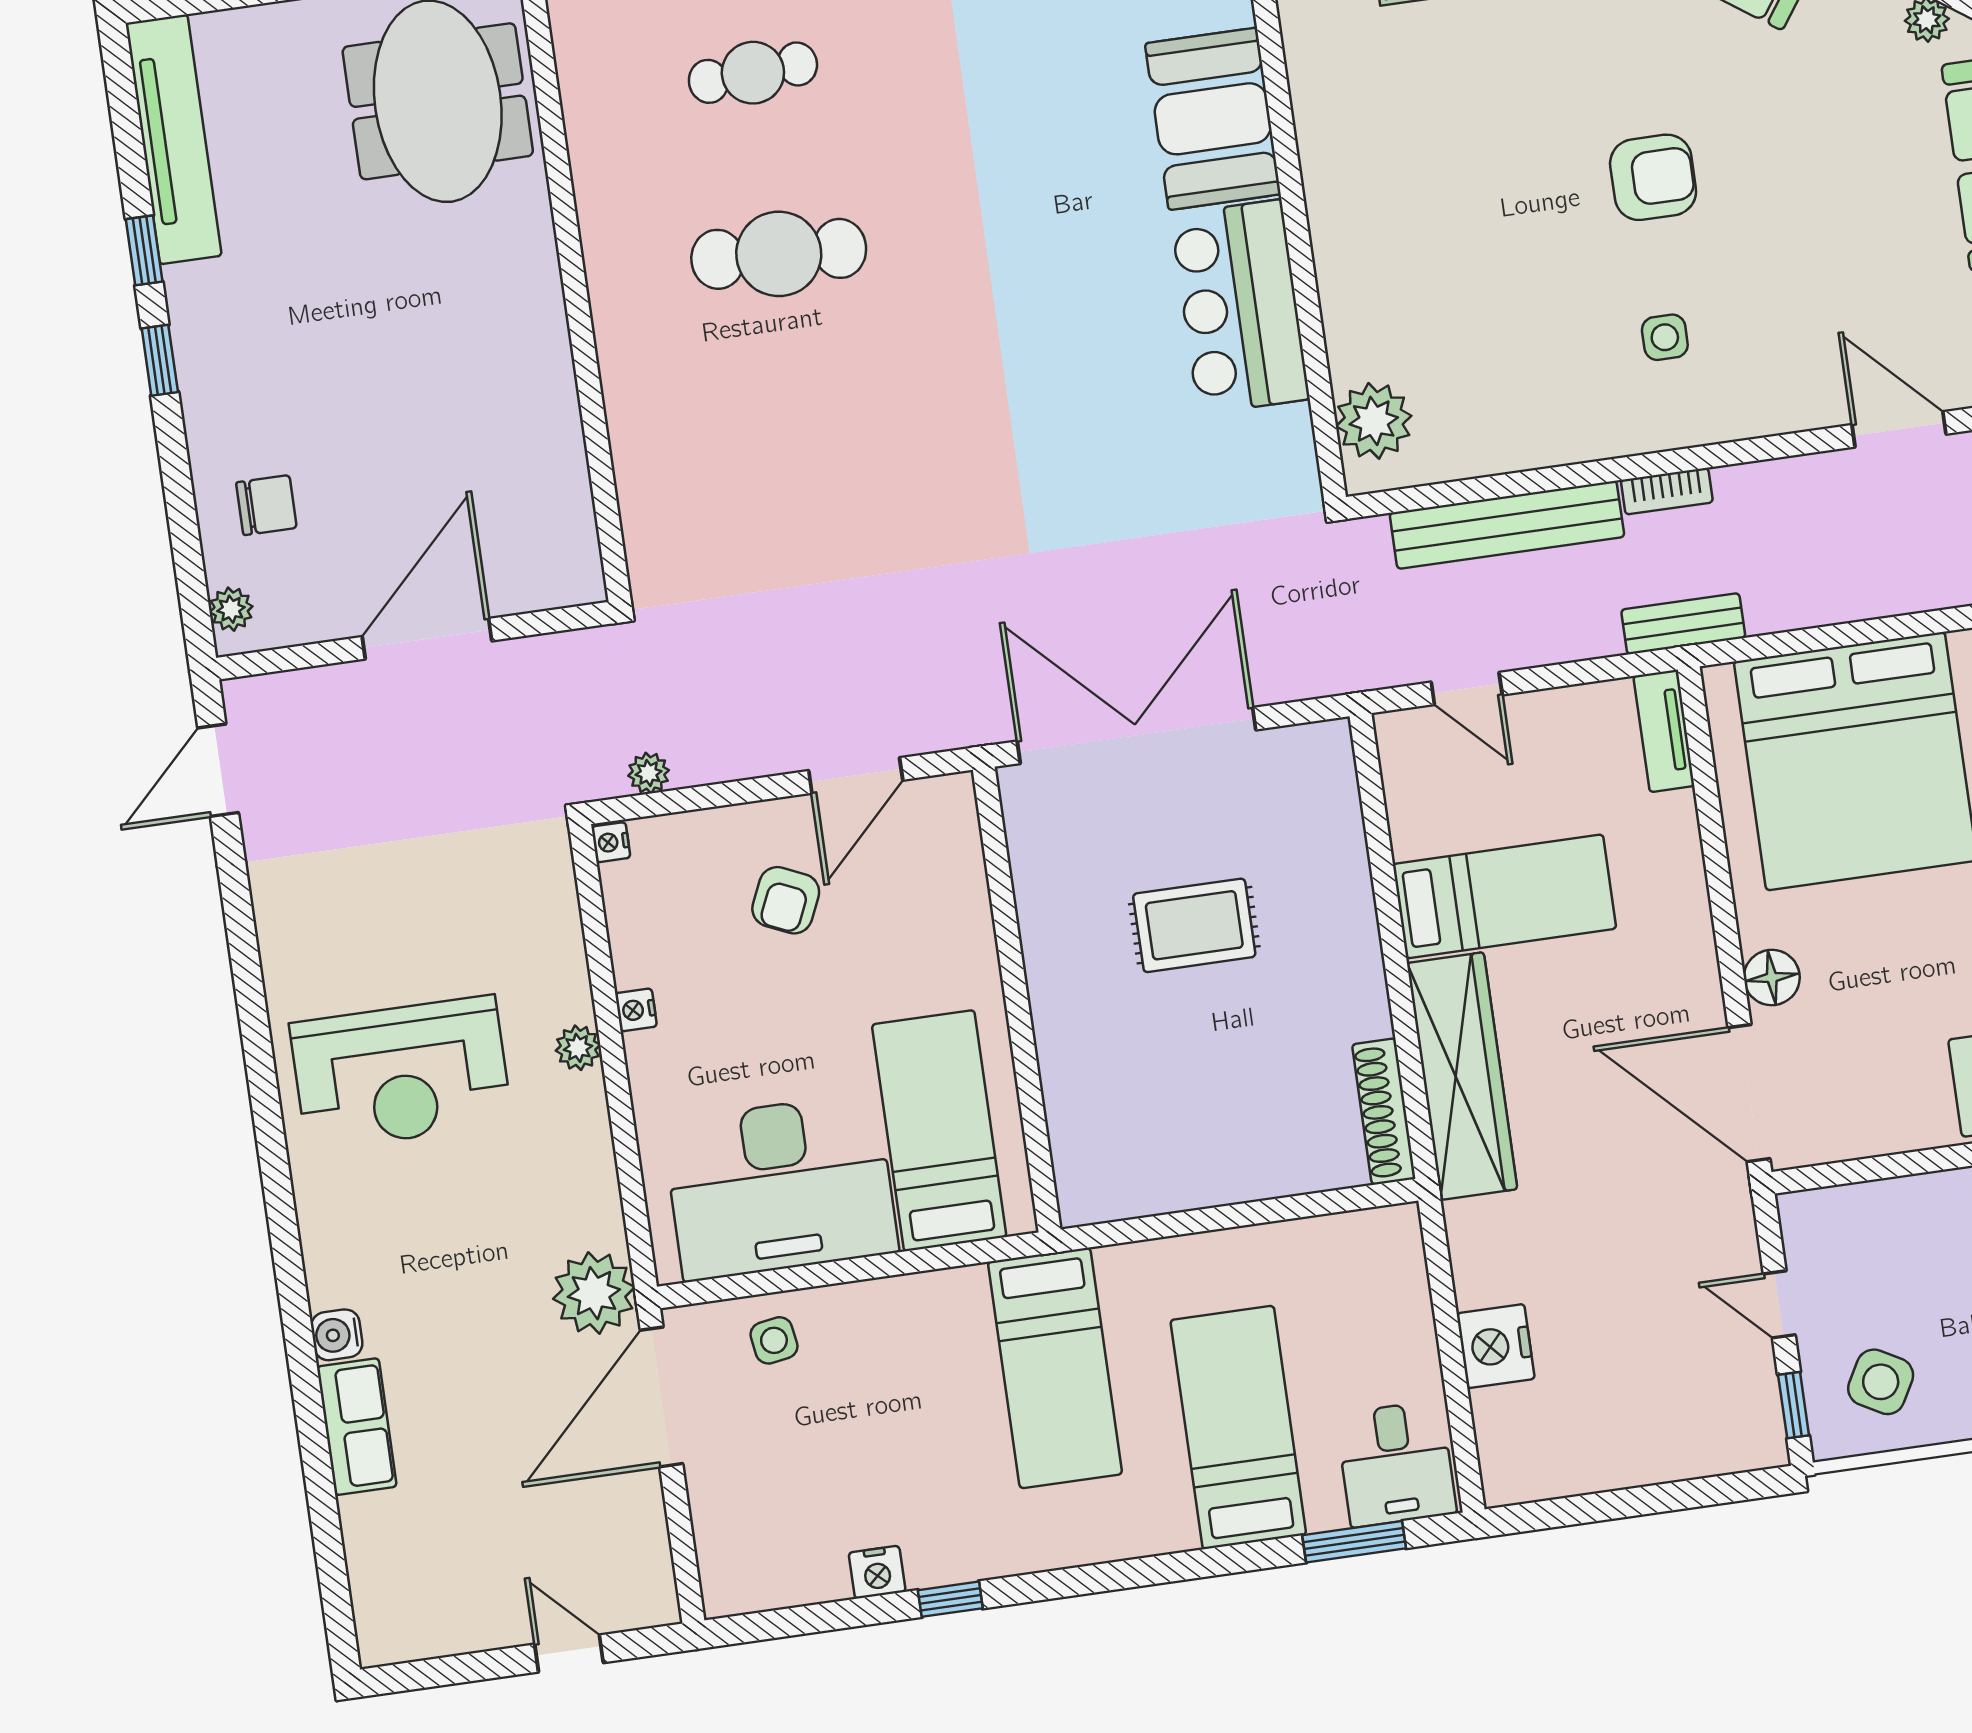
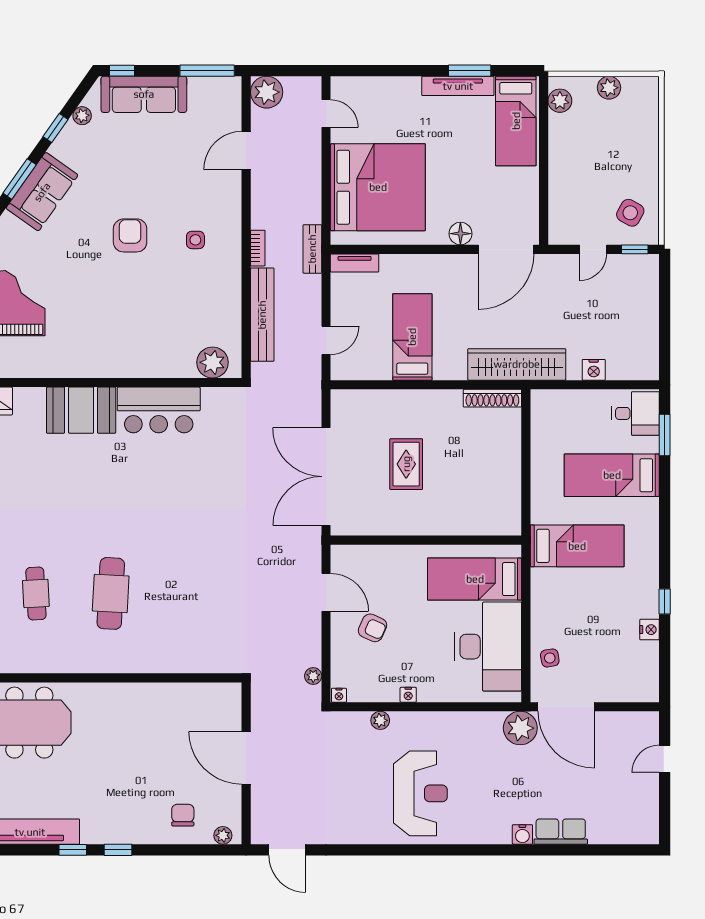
plant: (578, 1048) -> (380, 720), moved
wardrobe: (1462, 1076) -> (517, 364), moved
nightstand: (1496, 1346) -> (594, 370), width x0.74, depth x0.75

